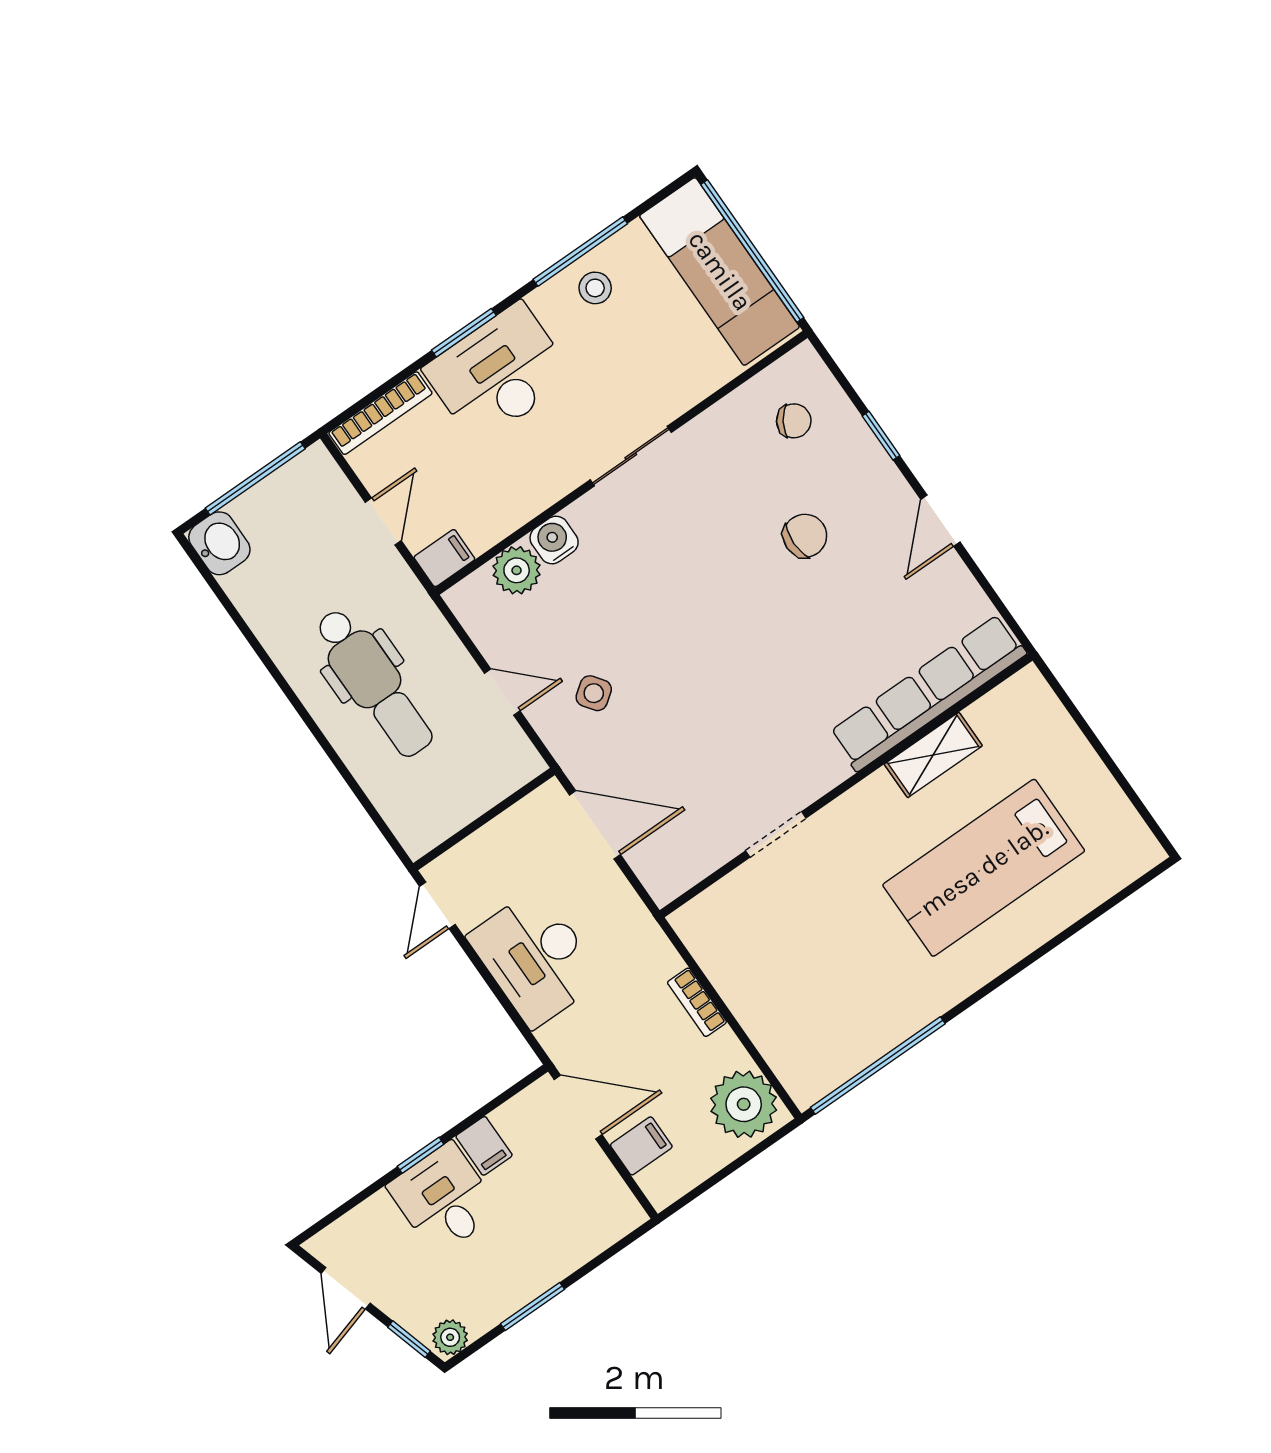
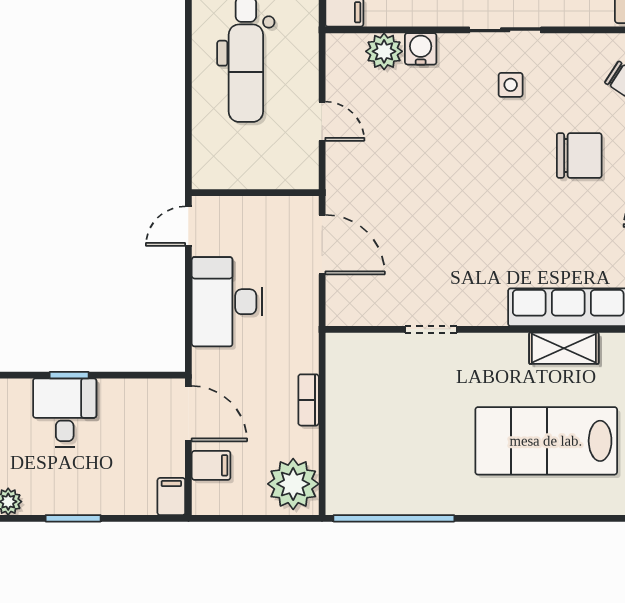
chair: (805, 536) -> (579, 155), width x1.37, depth x1.37
side table: (594, 693) -> (511, 85), moved, turned 36
filing cabinet: (484, 1146) -> (171, 496), moved, turned 180

